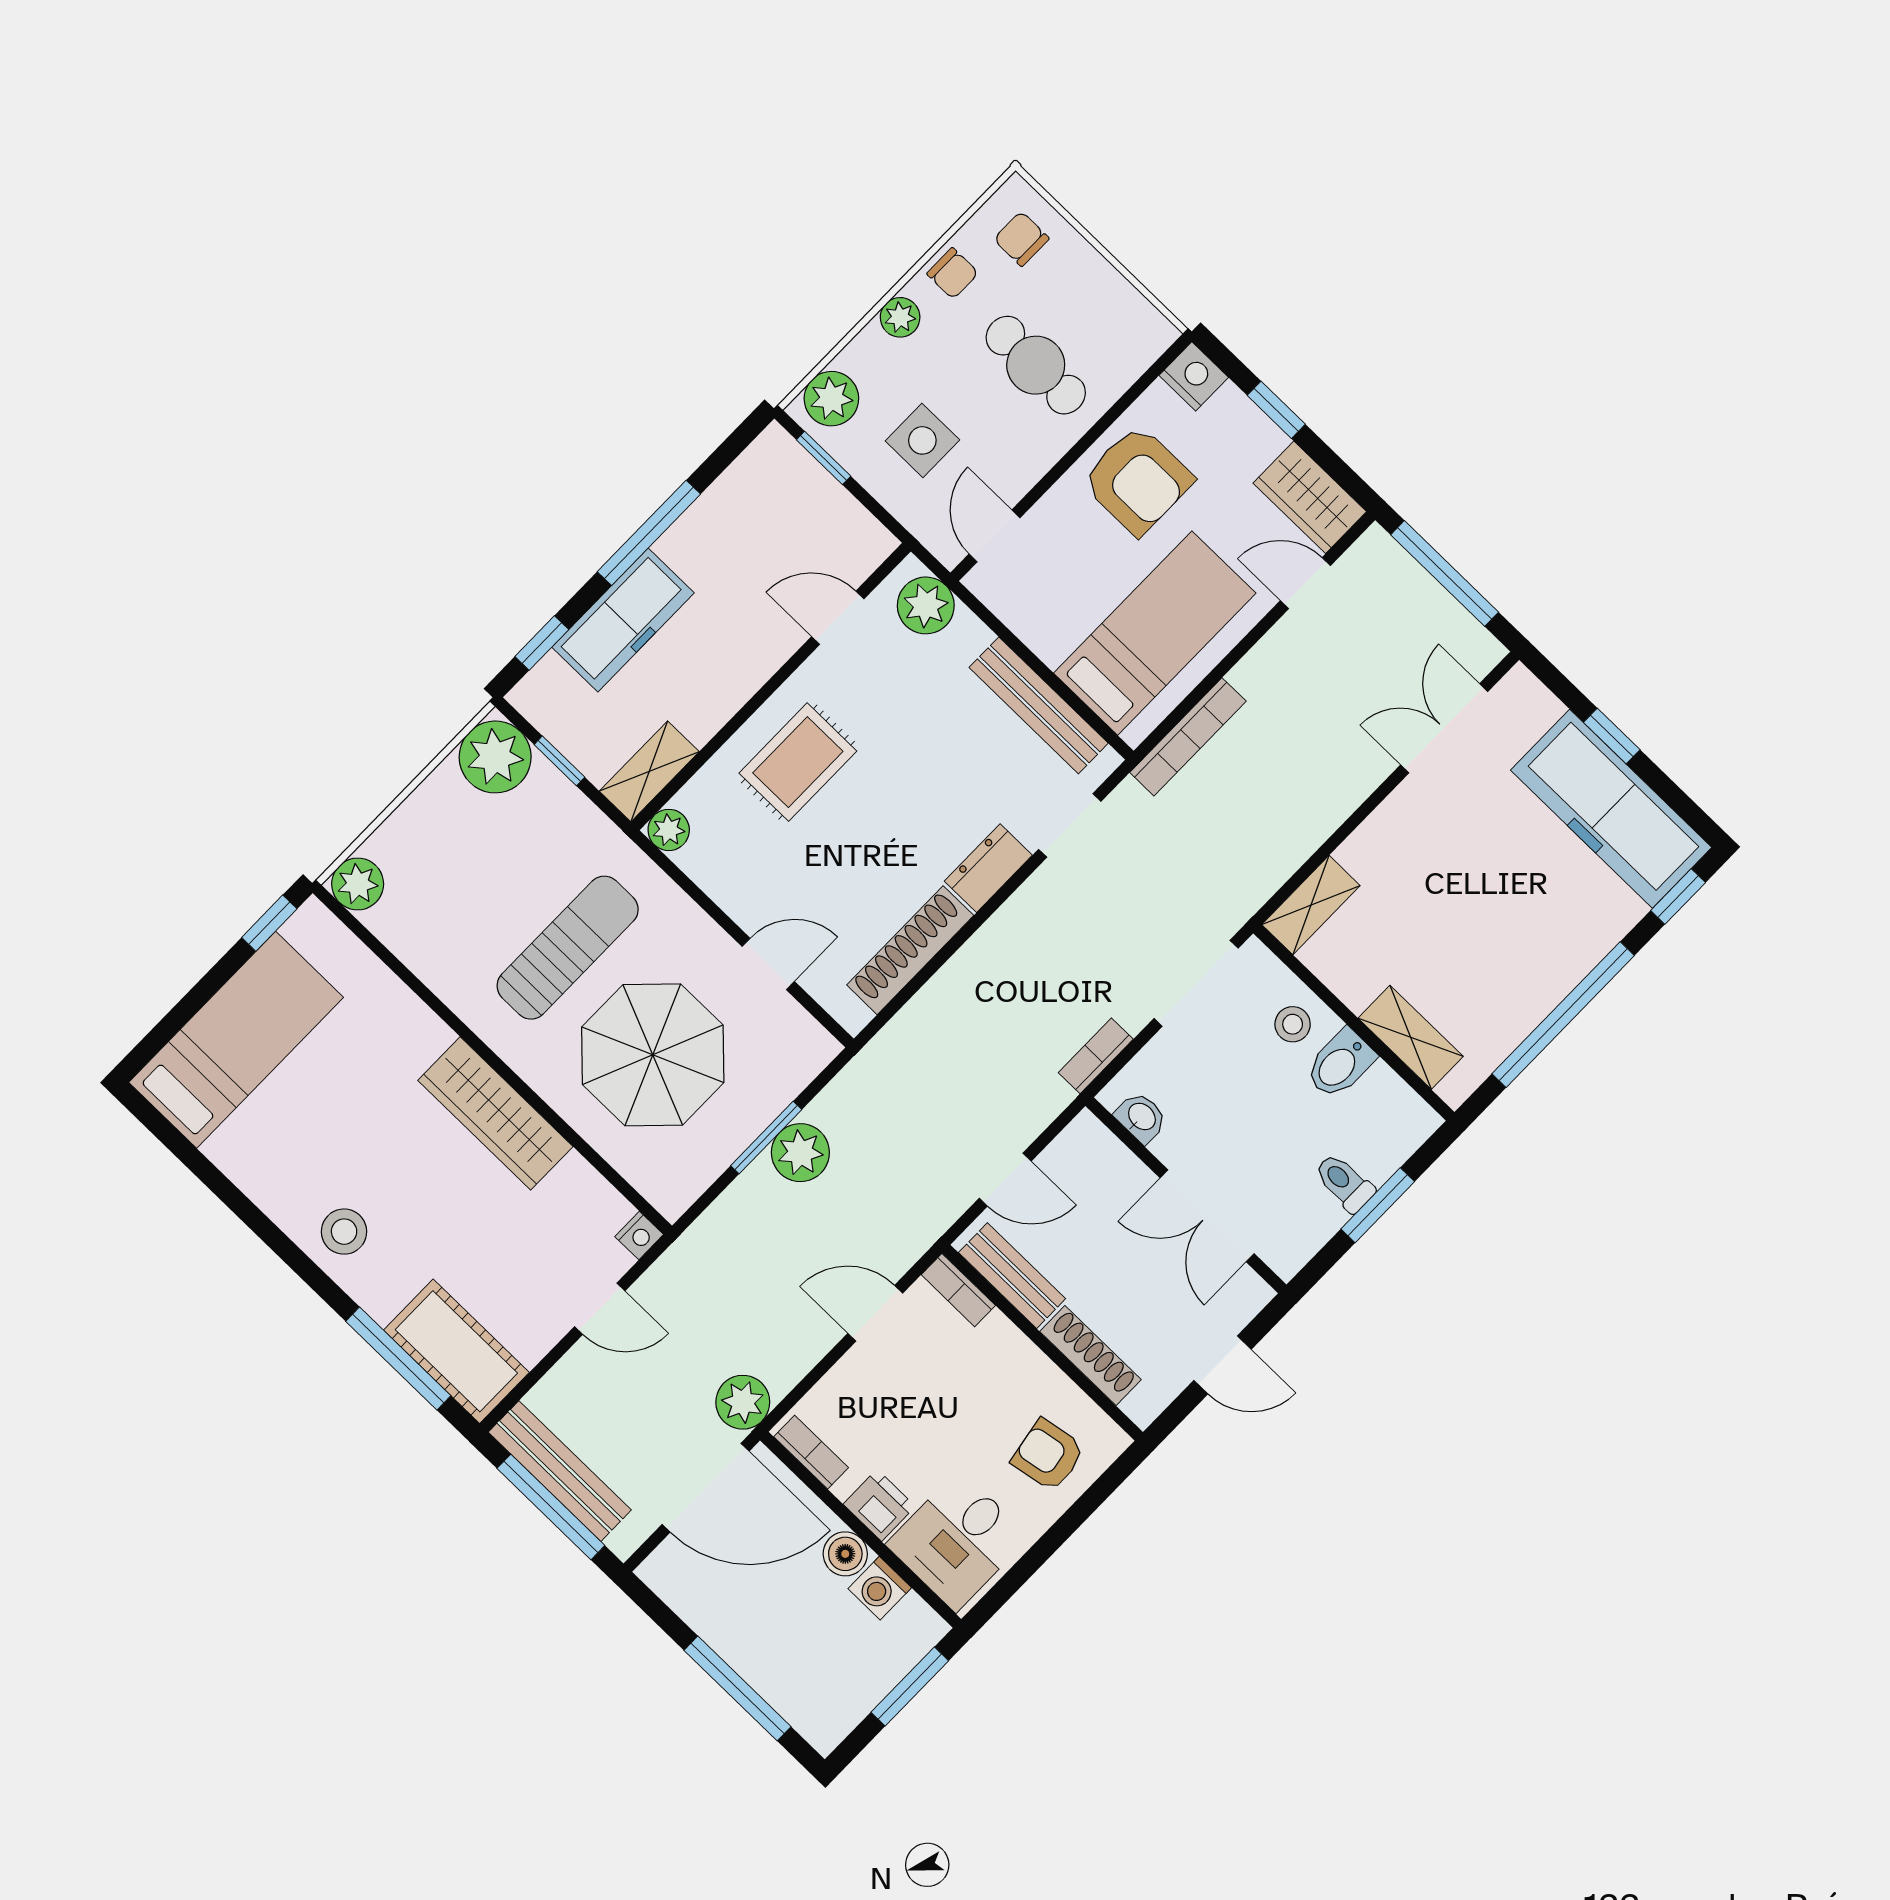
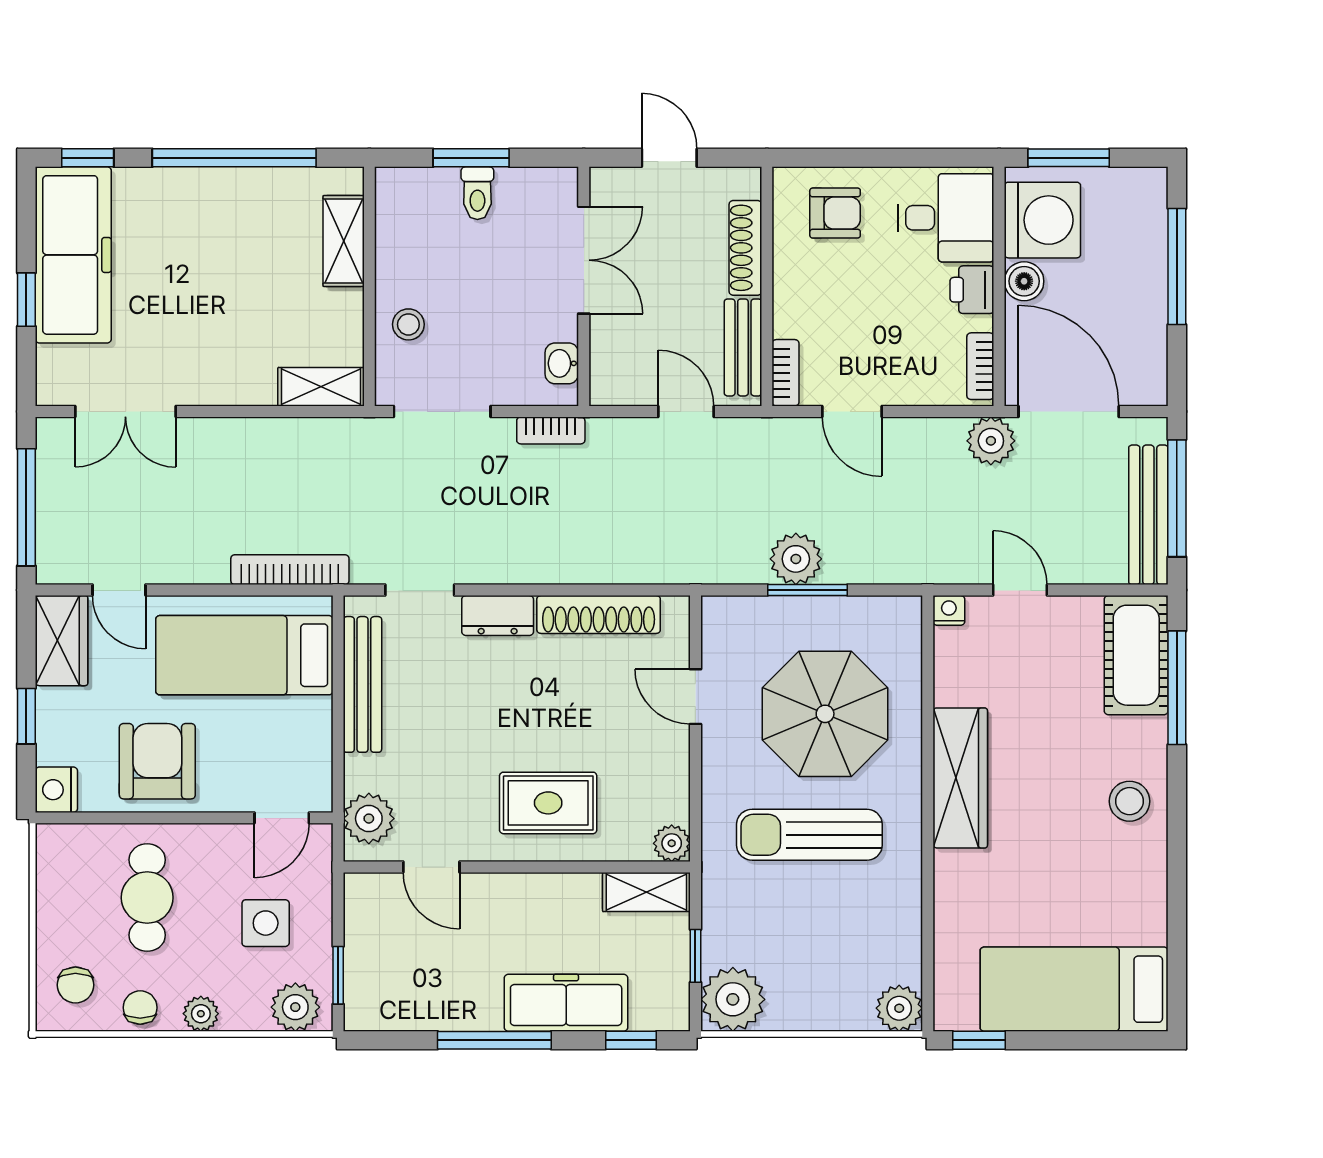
bidet: (1340, 1064) -> (404, 269), removed
armchair: (1048, 1455) -> (835, 213), turned -80
washing machine: (880, 1588) -> (1042, 220), width x1.89, depth x1.89

